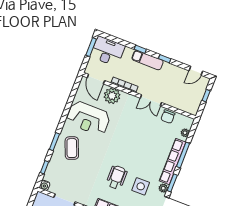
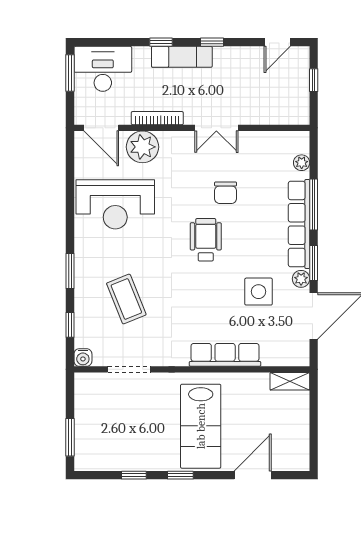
chair: (168, 117) -> (226, 193), moved
coffee table: (72, 148) -> (126, 299), moved
wheelchair: (117, 177) -> (206, 240), moved

